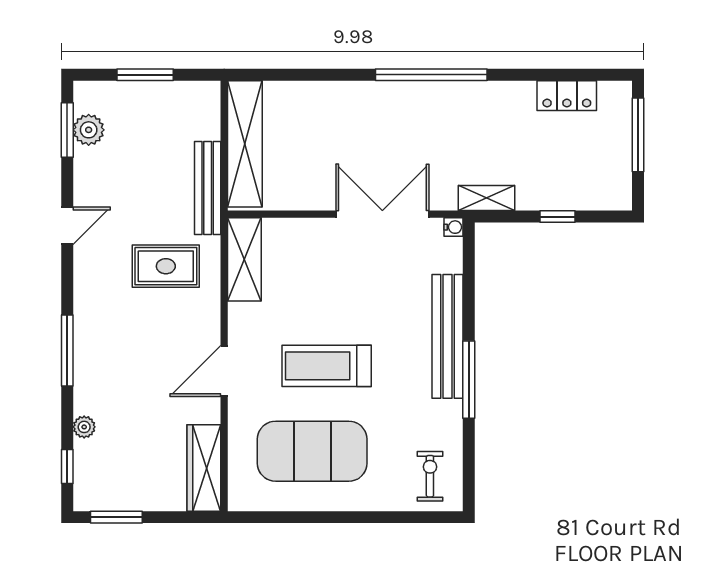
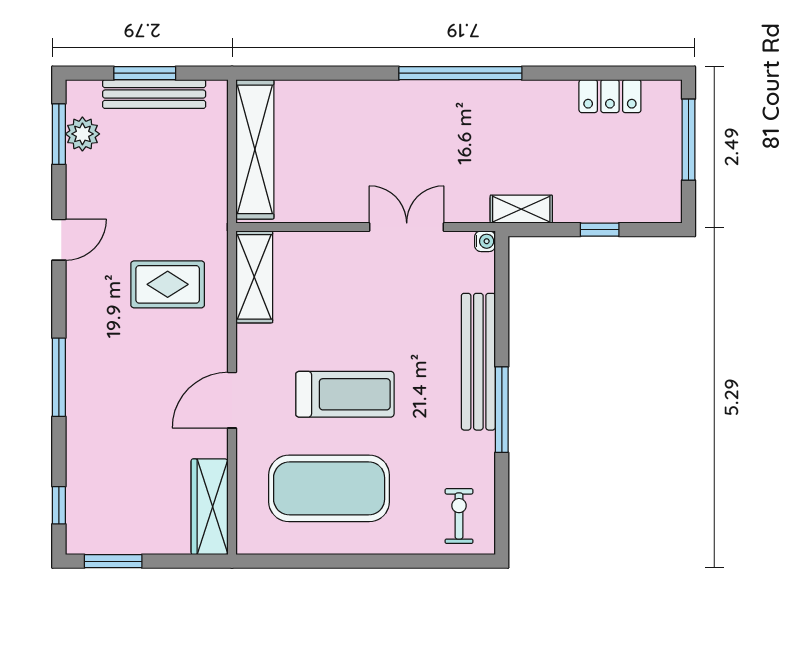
bench: (208, 188) -> (154, 94), moved, turned 90
double door: (382, 214) -> (407, 227), width x0.73
treadmill: (327, 366) -> (345, 394), turned 180
plant: (84, 427) -> (78, 462), removed

